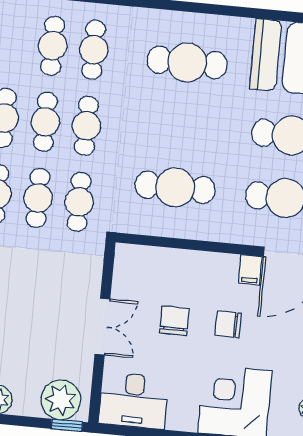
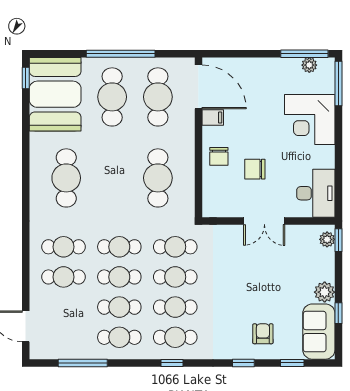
chair: (228, 324) -> (219, 156), moved
double door: (102, 327) -> (264, 221), swing flipped
plant: (61, 400) -> (327, 239), width x0.53, depth x0.53

